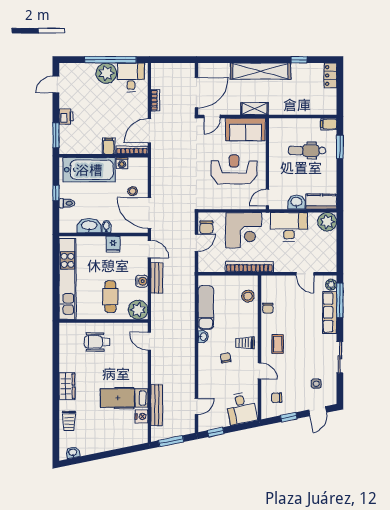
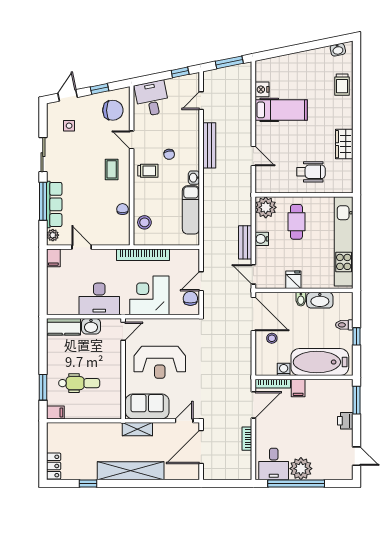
door: (56, 84) -> (357, 456), hinge flipped
plant: (327, 222) -> (57, 304), removed
filing cabinet: (330, 264) -> (53, 258), added
window: (340, 300) -> (43, 201), moved
door: (149, 341) -> (253, 156), moved
wardrobe: (67, 386) -> (344, 144), moved
chair: (277, 398) -> (113, 110), width x1.87, depth x1.87
bench: (157, 405) -> (209, 145), moved
trolley: (69, 421) -> (342, 85), turned 180

